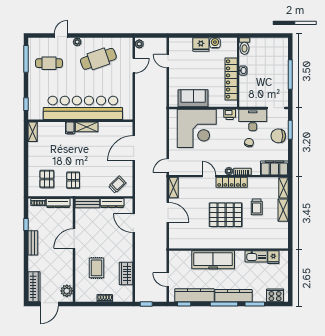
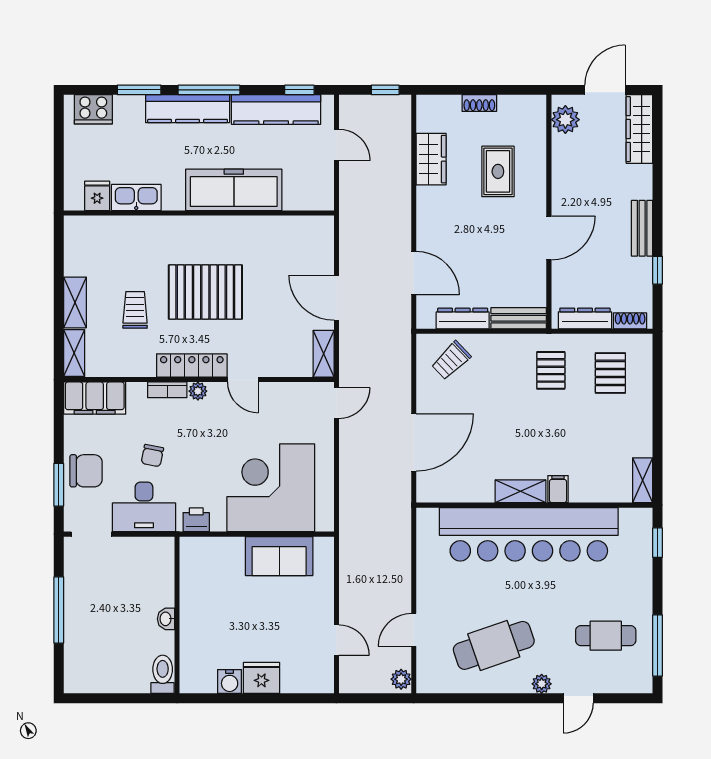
locker: (231, 79) -> (193, 600), removed

